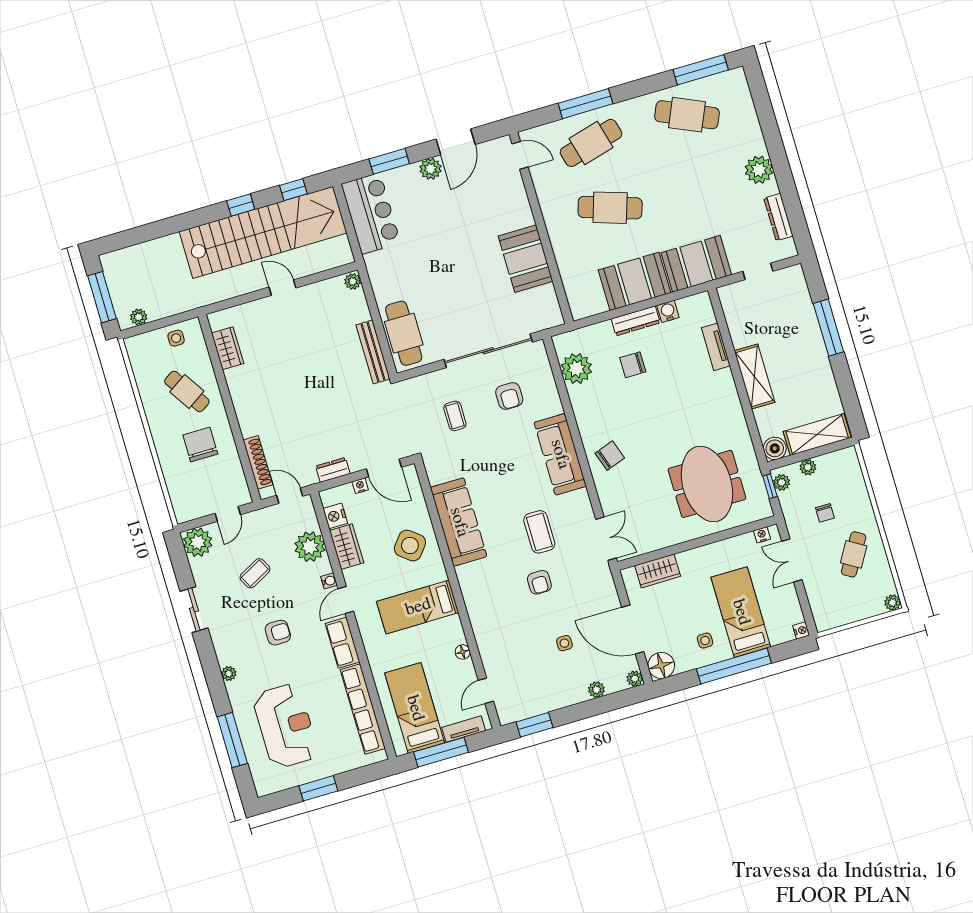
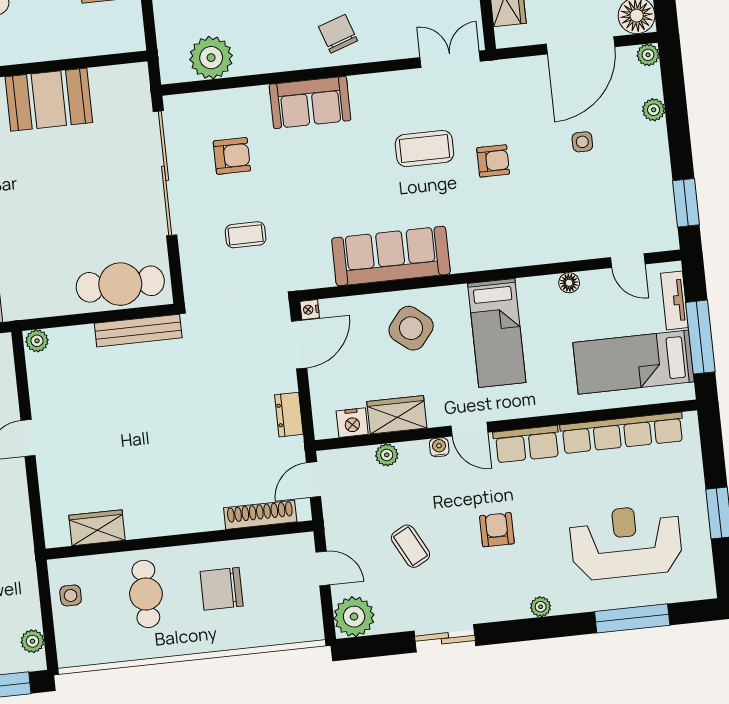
cafe table: (187, 391) -> (146, 594), turned -57
sofa: (560, 454) -> (310, 102), width x0.73
nightstand: (360, 486) -> (310, 310), moved
plant: (310, 547) -> (387, 455), width x0.53, depth x0.53

